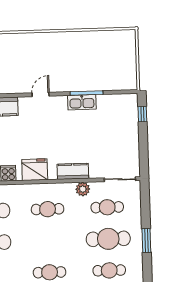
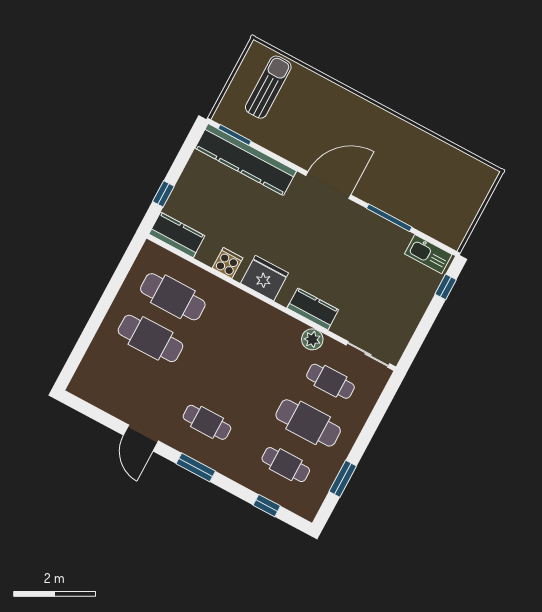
door: (41, 95) -> (328, 185), width x1.88
kitchen sink: (82, 102) -> (428, 254), moved
cafe table: (48, 209) -> (252, 339), removed
window: (146, 240) -> (343, 479), moved

